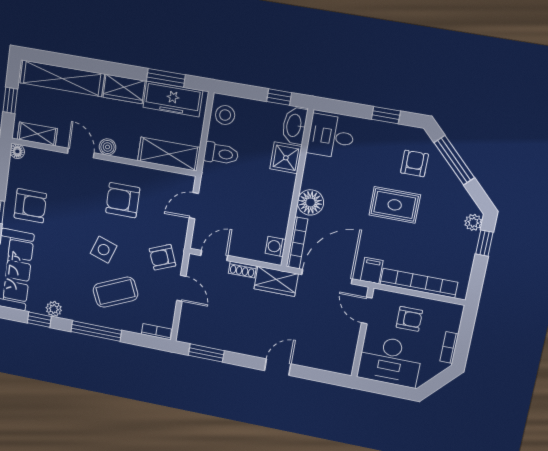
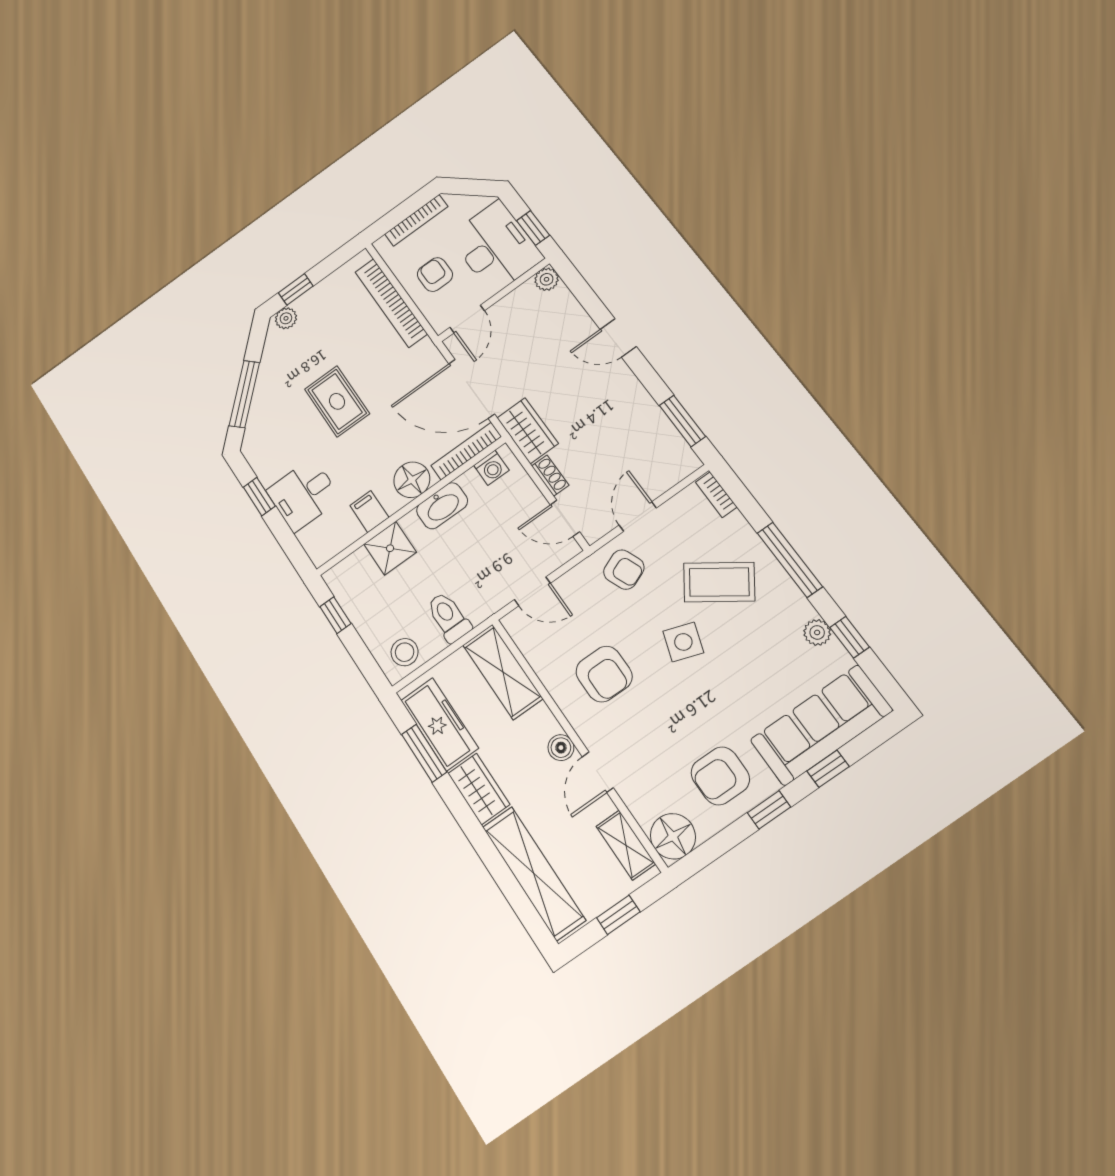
washbasin: (294, 125) -> (442, 506), moved
desk: (331, 136) -> (304, 495), moved, turned 90
floor lamp: (17, 151) -> (673, 836), width x1.89, depth x1.89
armchair: (414, 163) -> (280, 425), removed
armchair: (30, 206) -> (720, 776), turned -90
filing cabinet: (372, 271) -> (369, 511), moved, turned 90
coffee table: (115, 292) -> (719, 582), turned -31
bookcase: (449, 348) -> (416, 220), width x1.56
plant: (345, 366) -> (547, 279), added
window: (380, 388) -> (533, 228), added

